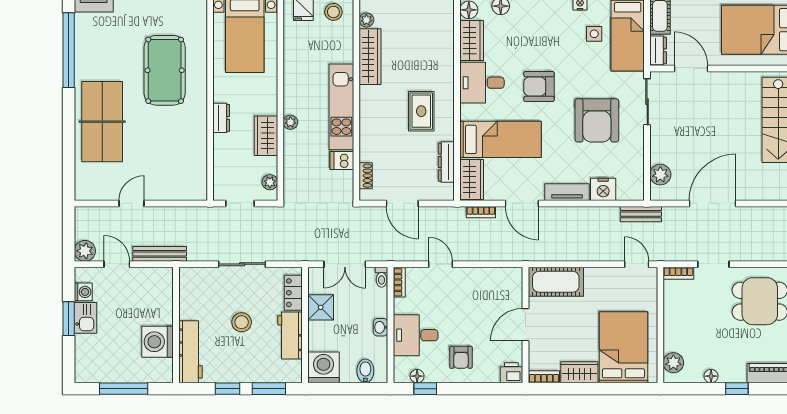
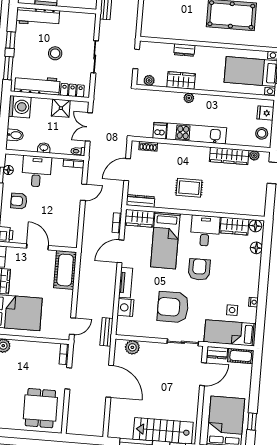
dresser: (221, 118) -> (184, 50), moved
dresser: (446, 162) -> (140, 201), moved
workbench: (290, 336) -> (37, 85), width x1.38

